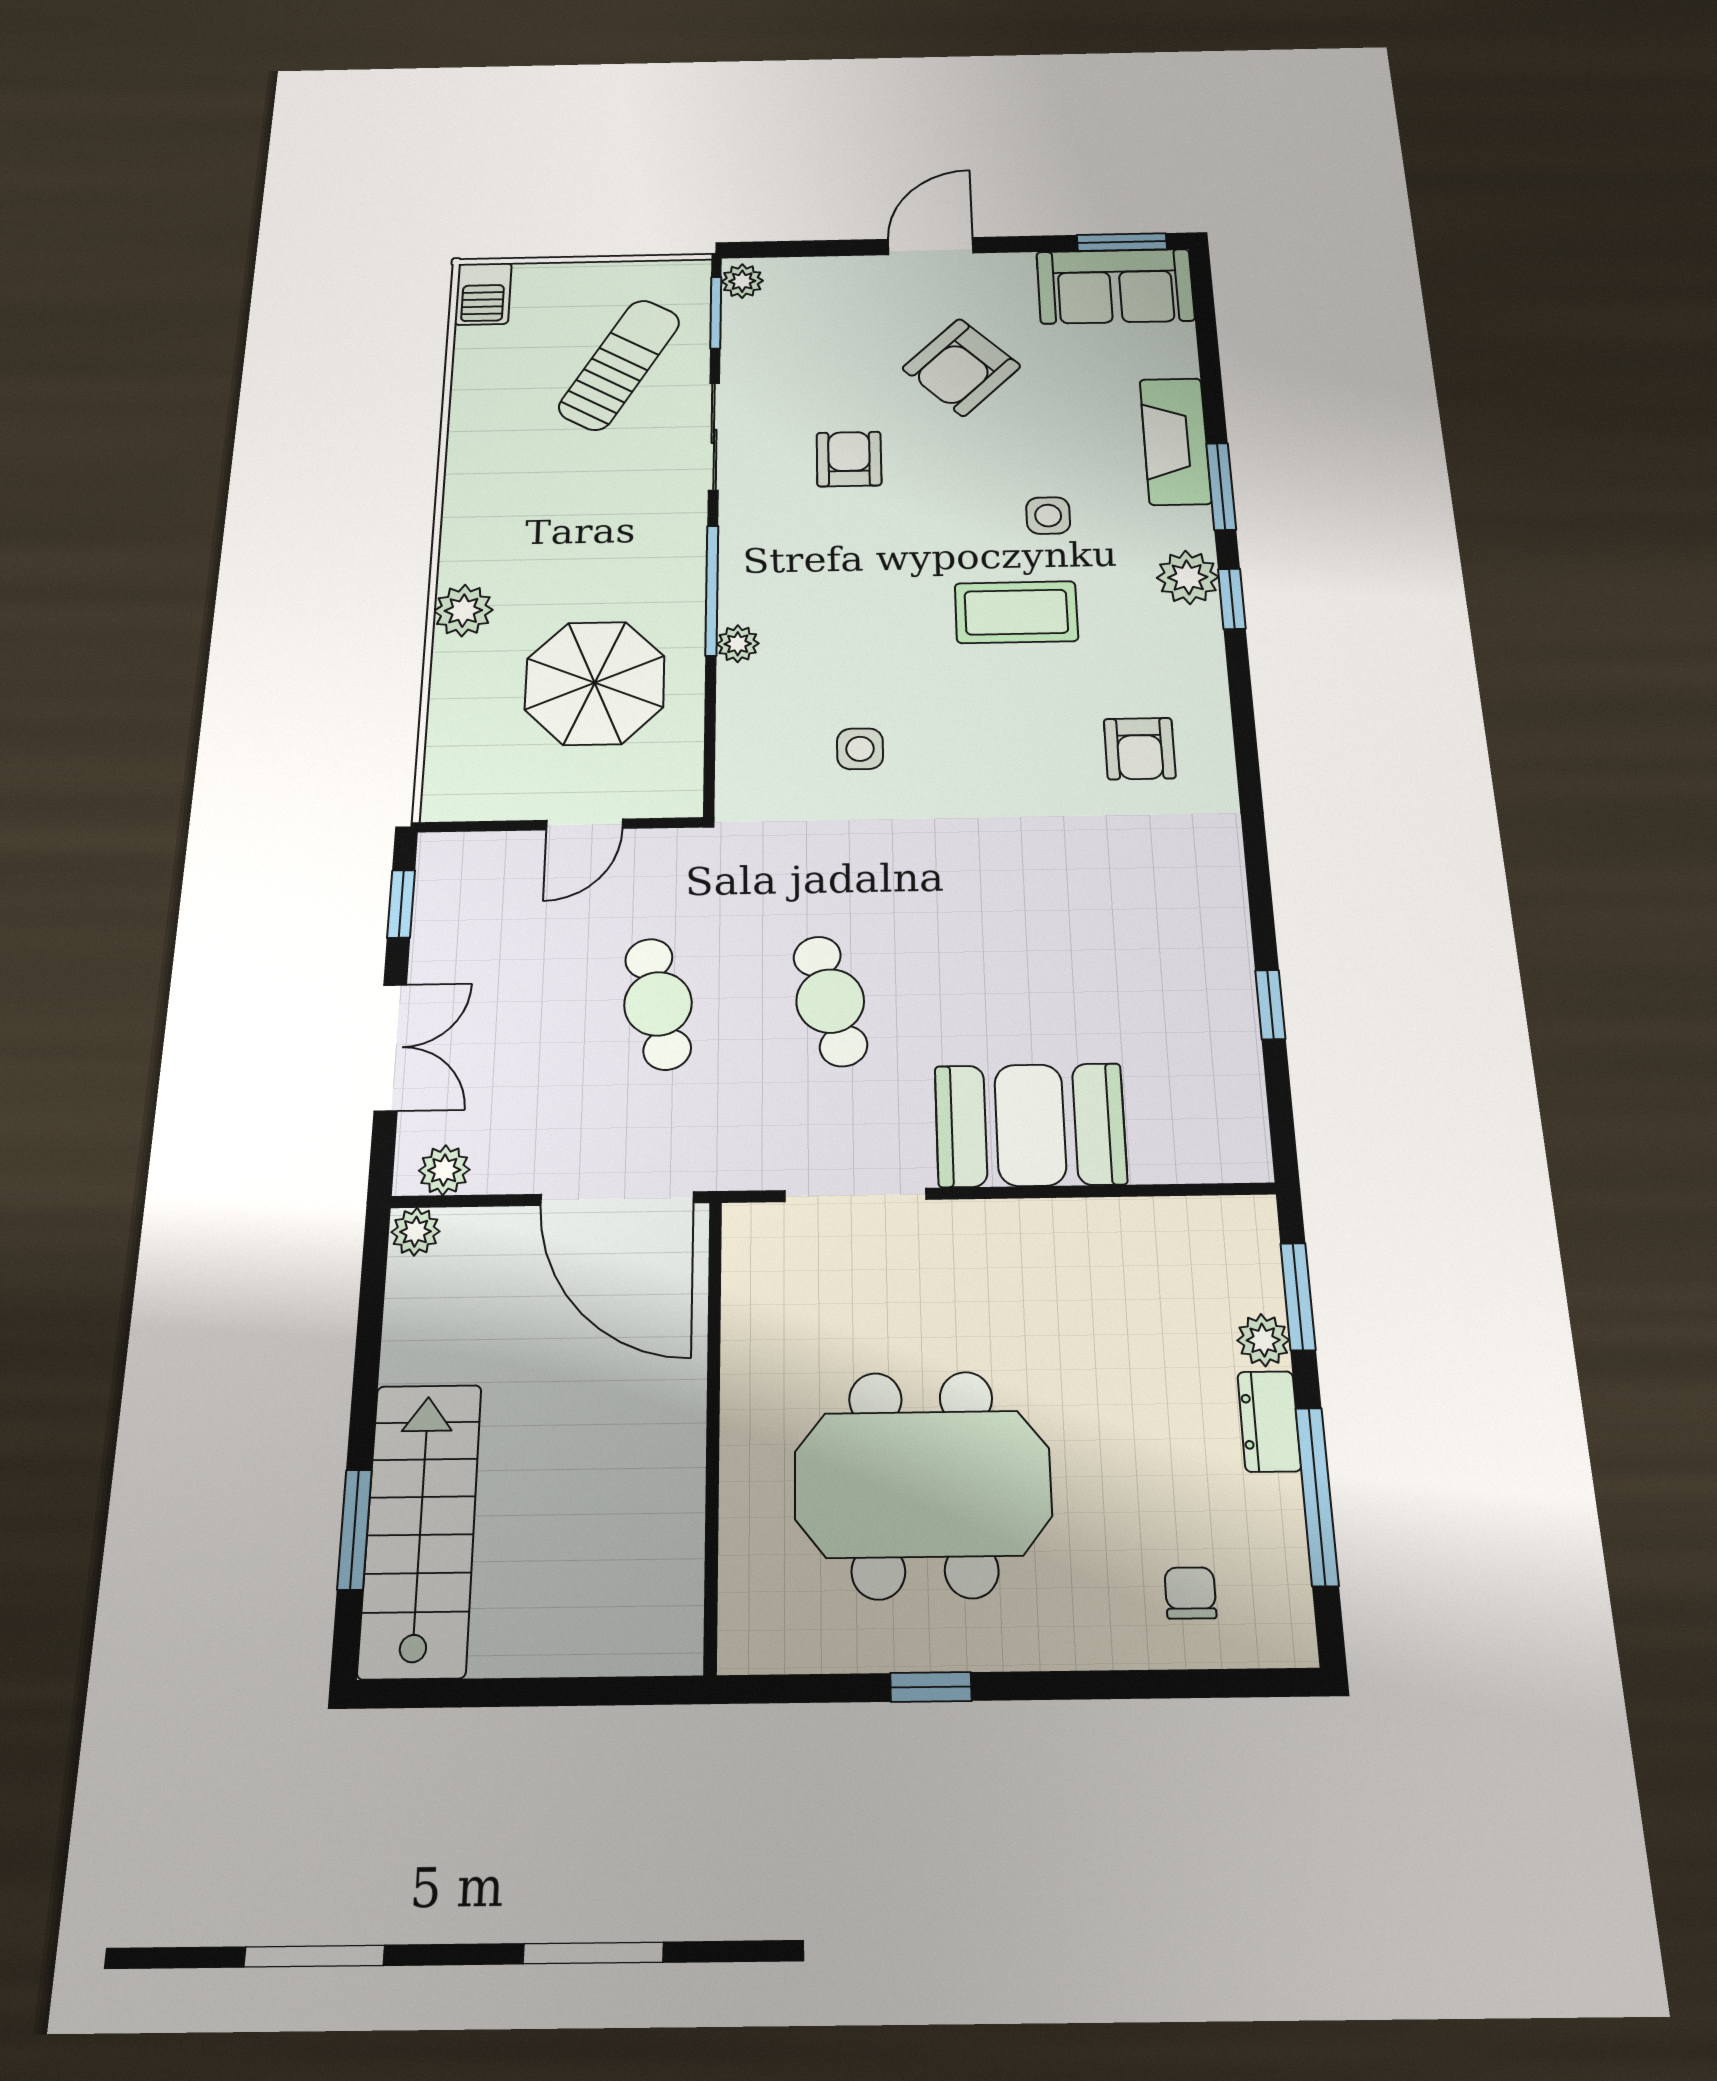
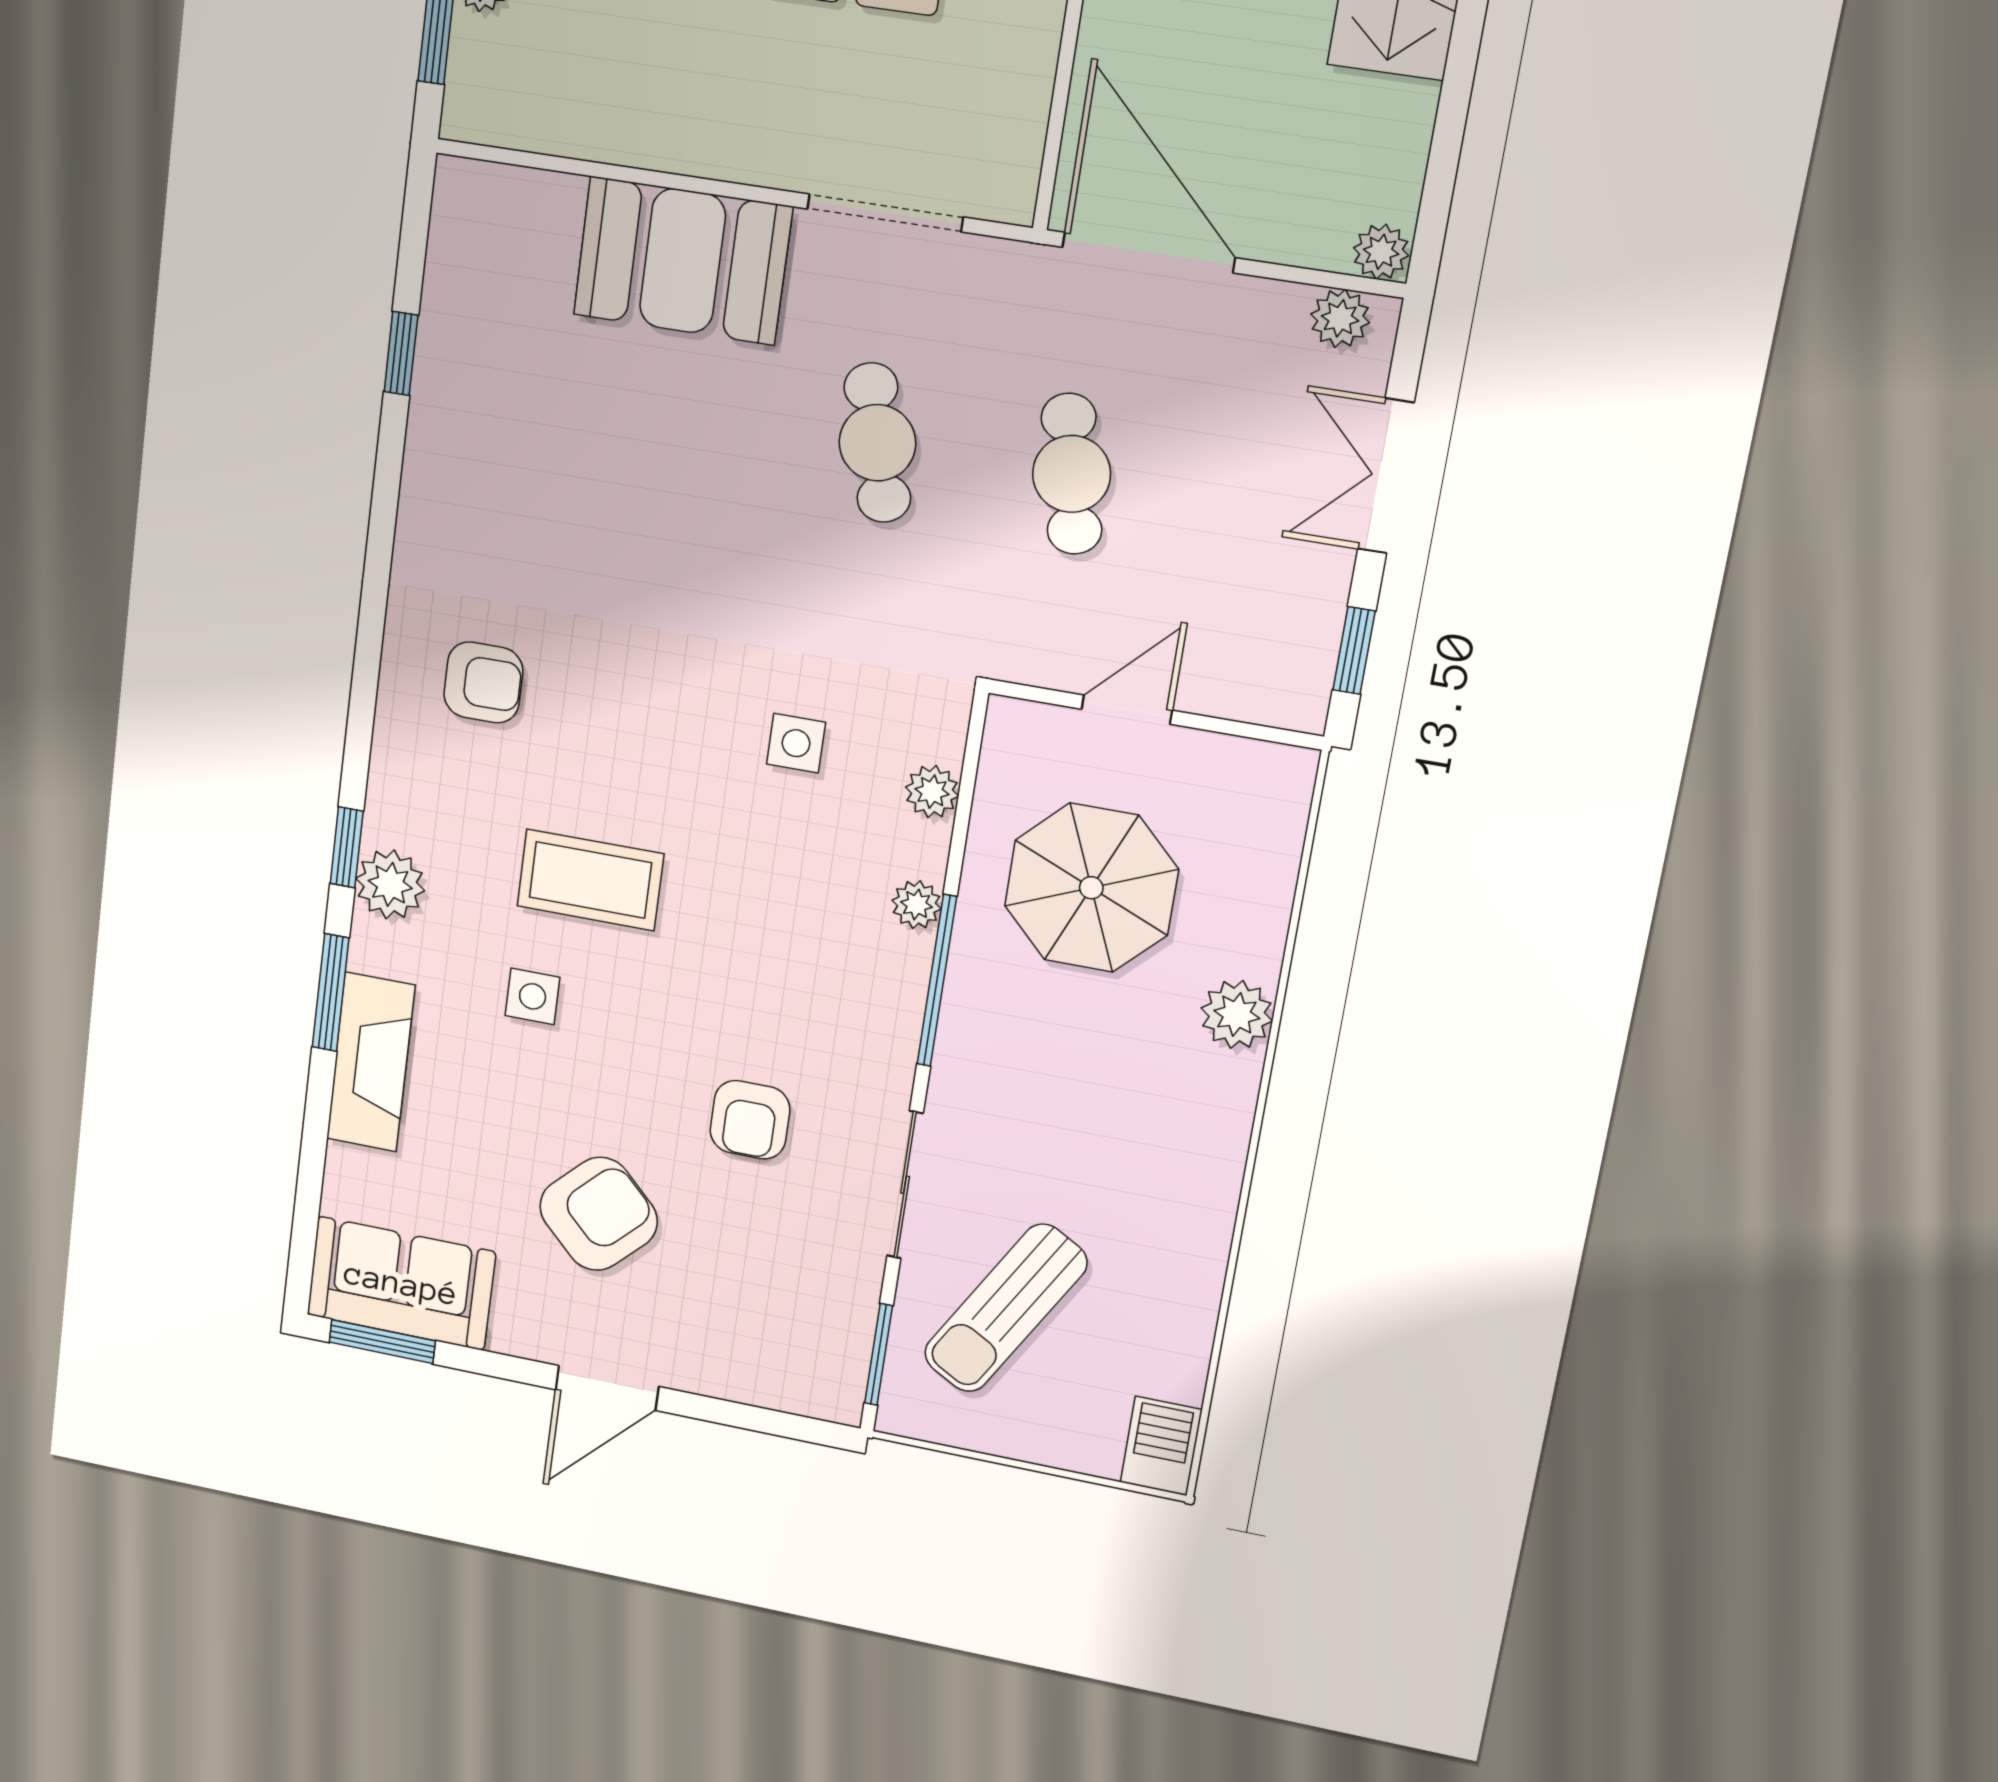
plant: (742, 281) -> (932, 792), moved
armchair: (1140, 749) -> (483, 682), turned 90

